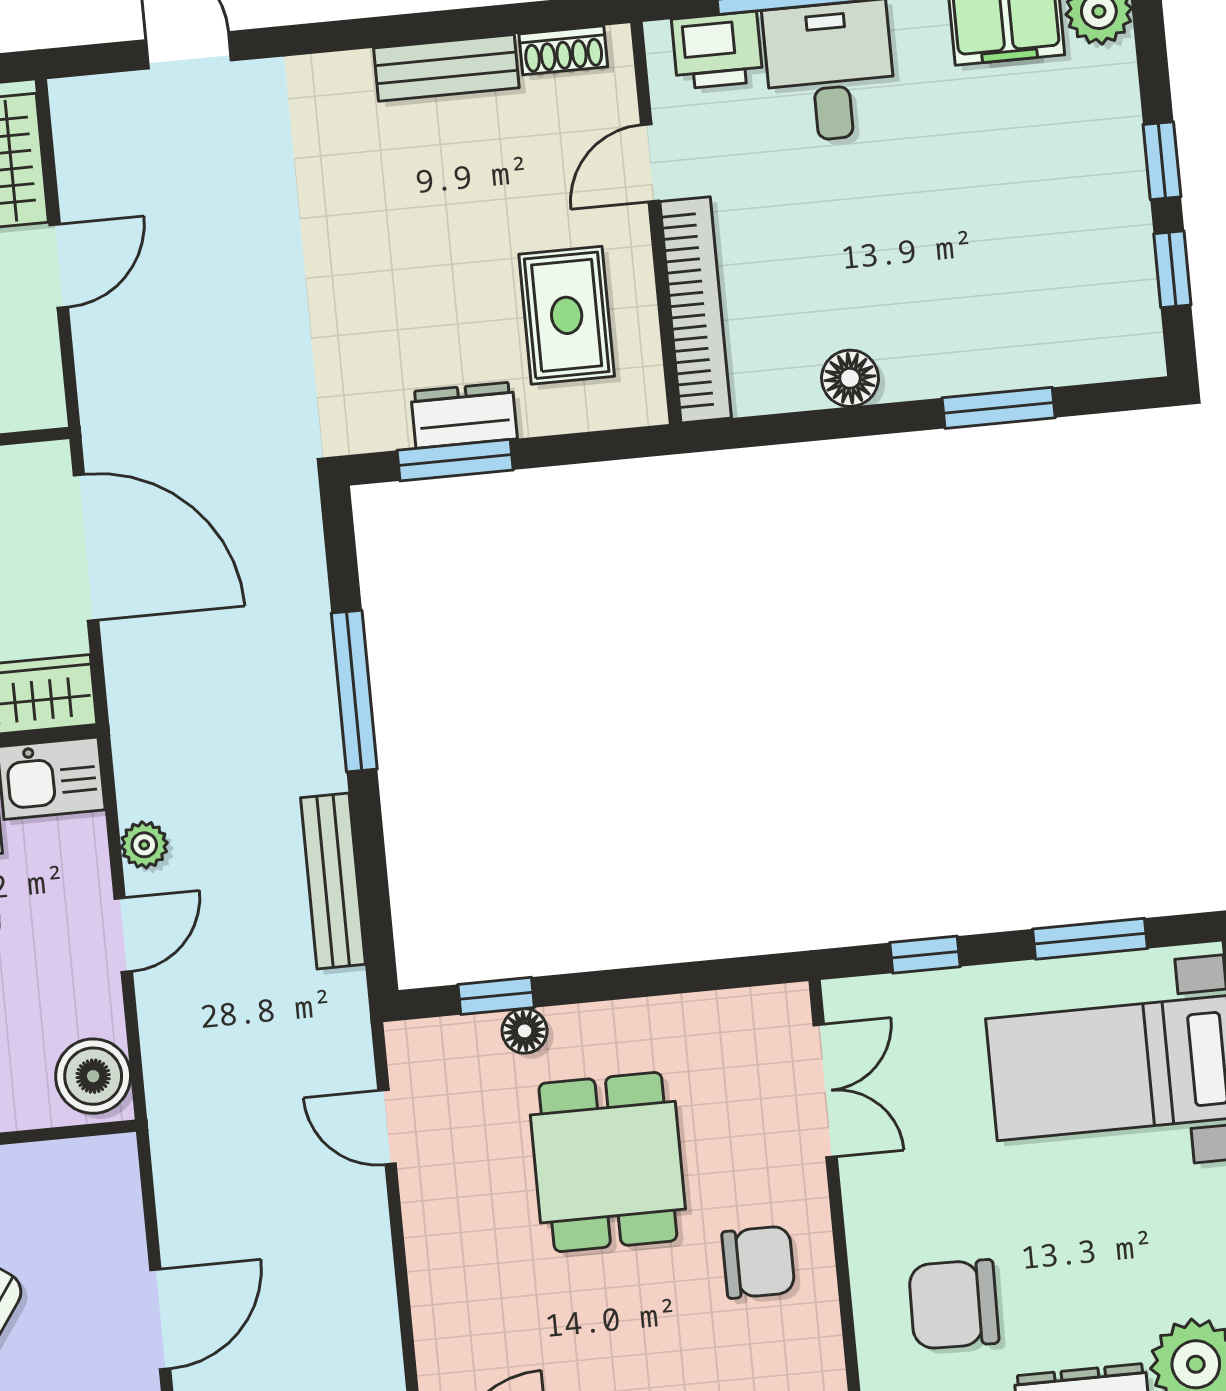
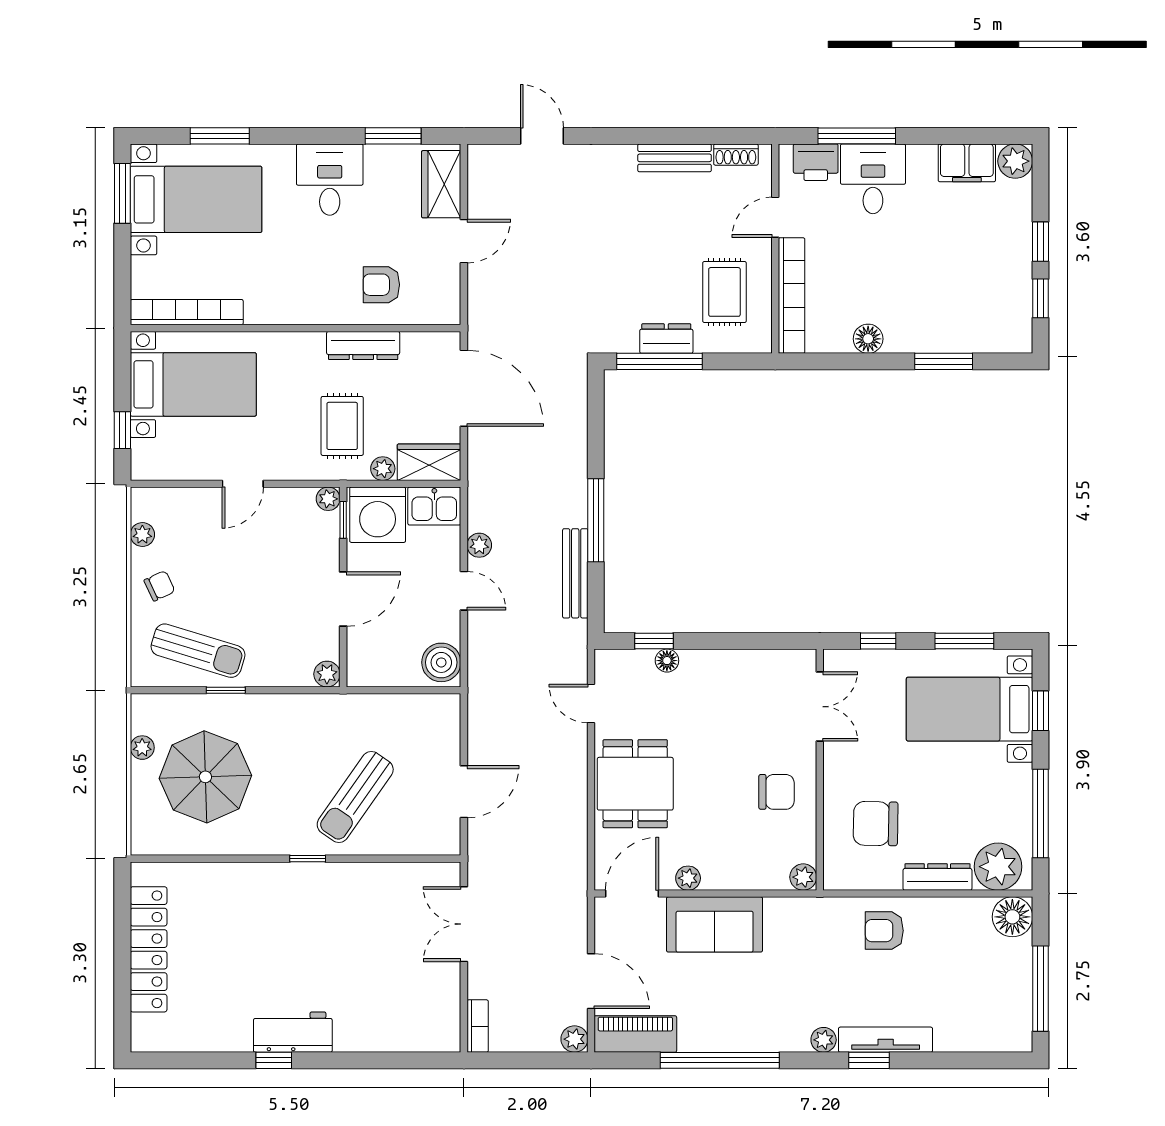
window: (455, 460) -> (659, 361), width x1.44
window: (354, 691) -> (596, 520), moved
door: (123, 935) -> (464, 591), hinge flipped
dining table: (608, 1162) -> (635, 784), moved

